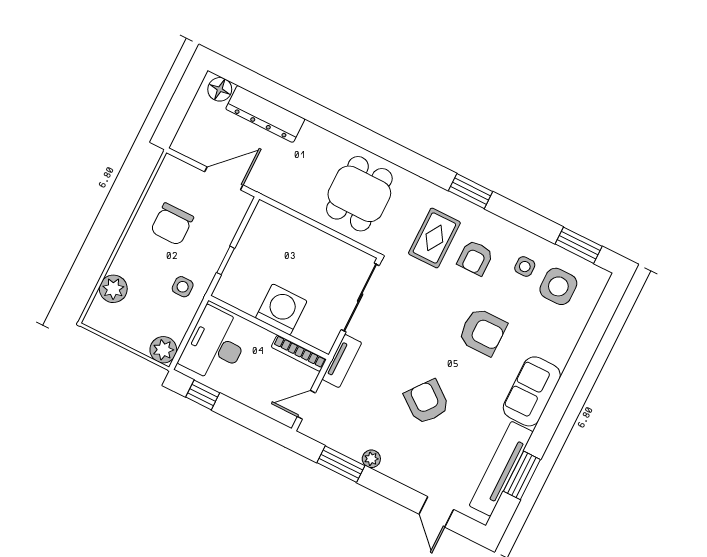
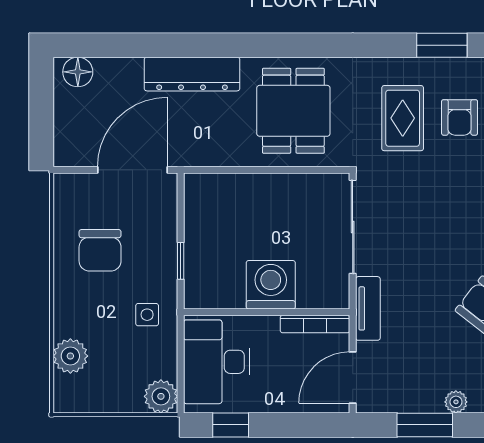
dresser: (265, 114) -> (192, 74), moved
door: (224, 178) -> (132, 170), width x1.36
window: (471, 191) -> (442, 45), moved
door: (306, 405) -> (353, 378), width x1.38

